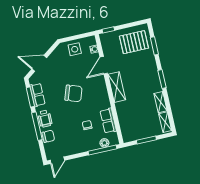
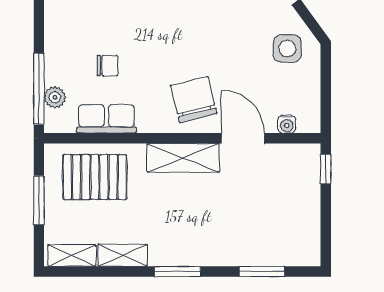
pallet: (134, 42) -> (95, 177), moved, turned 90
side table: (75, 49) -> (287, 48), moved
chair: (74, 93) -> (194, 100), moved, turned 147

